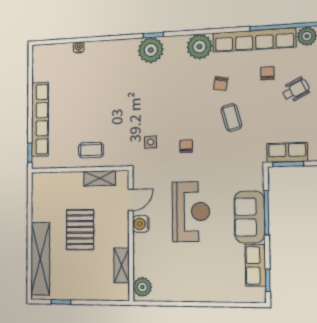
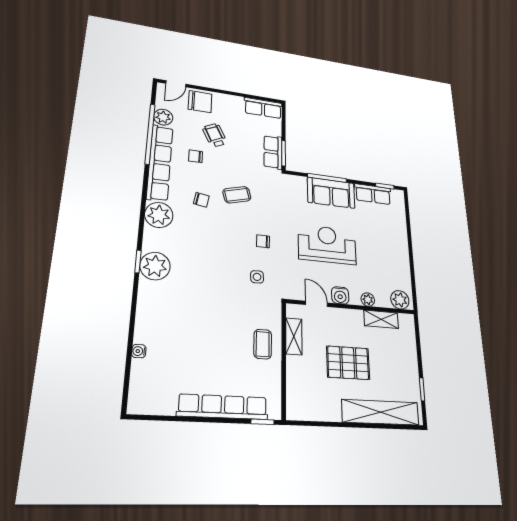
plant: (139, 252) -> (368, 300), added

